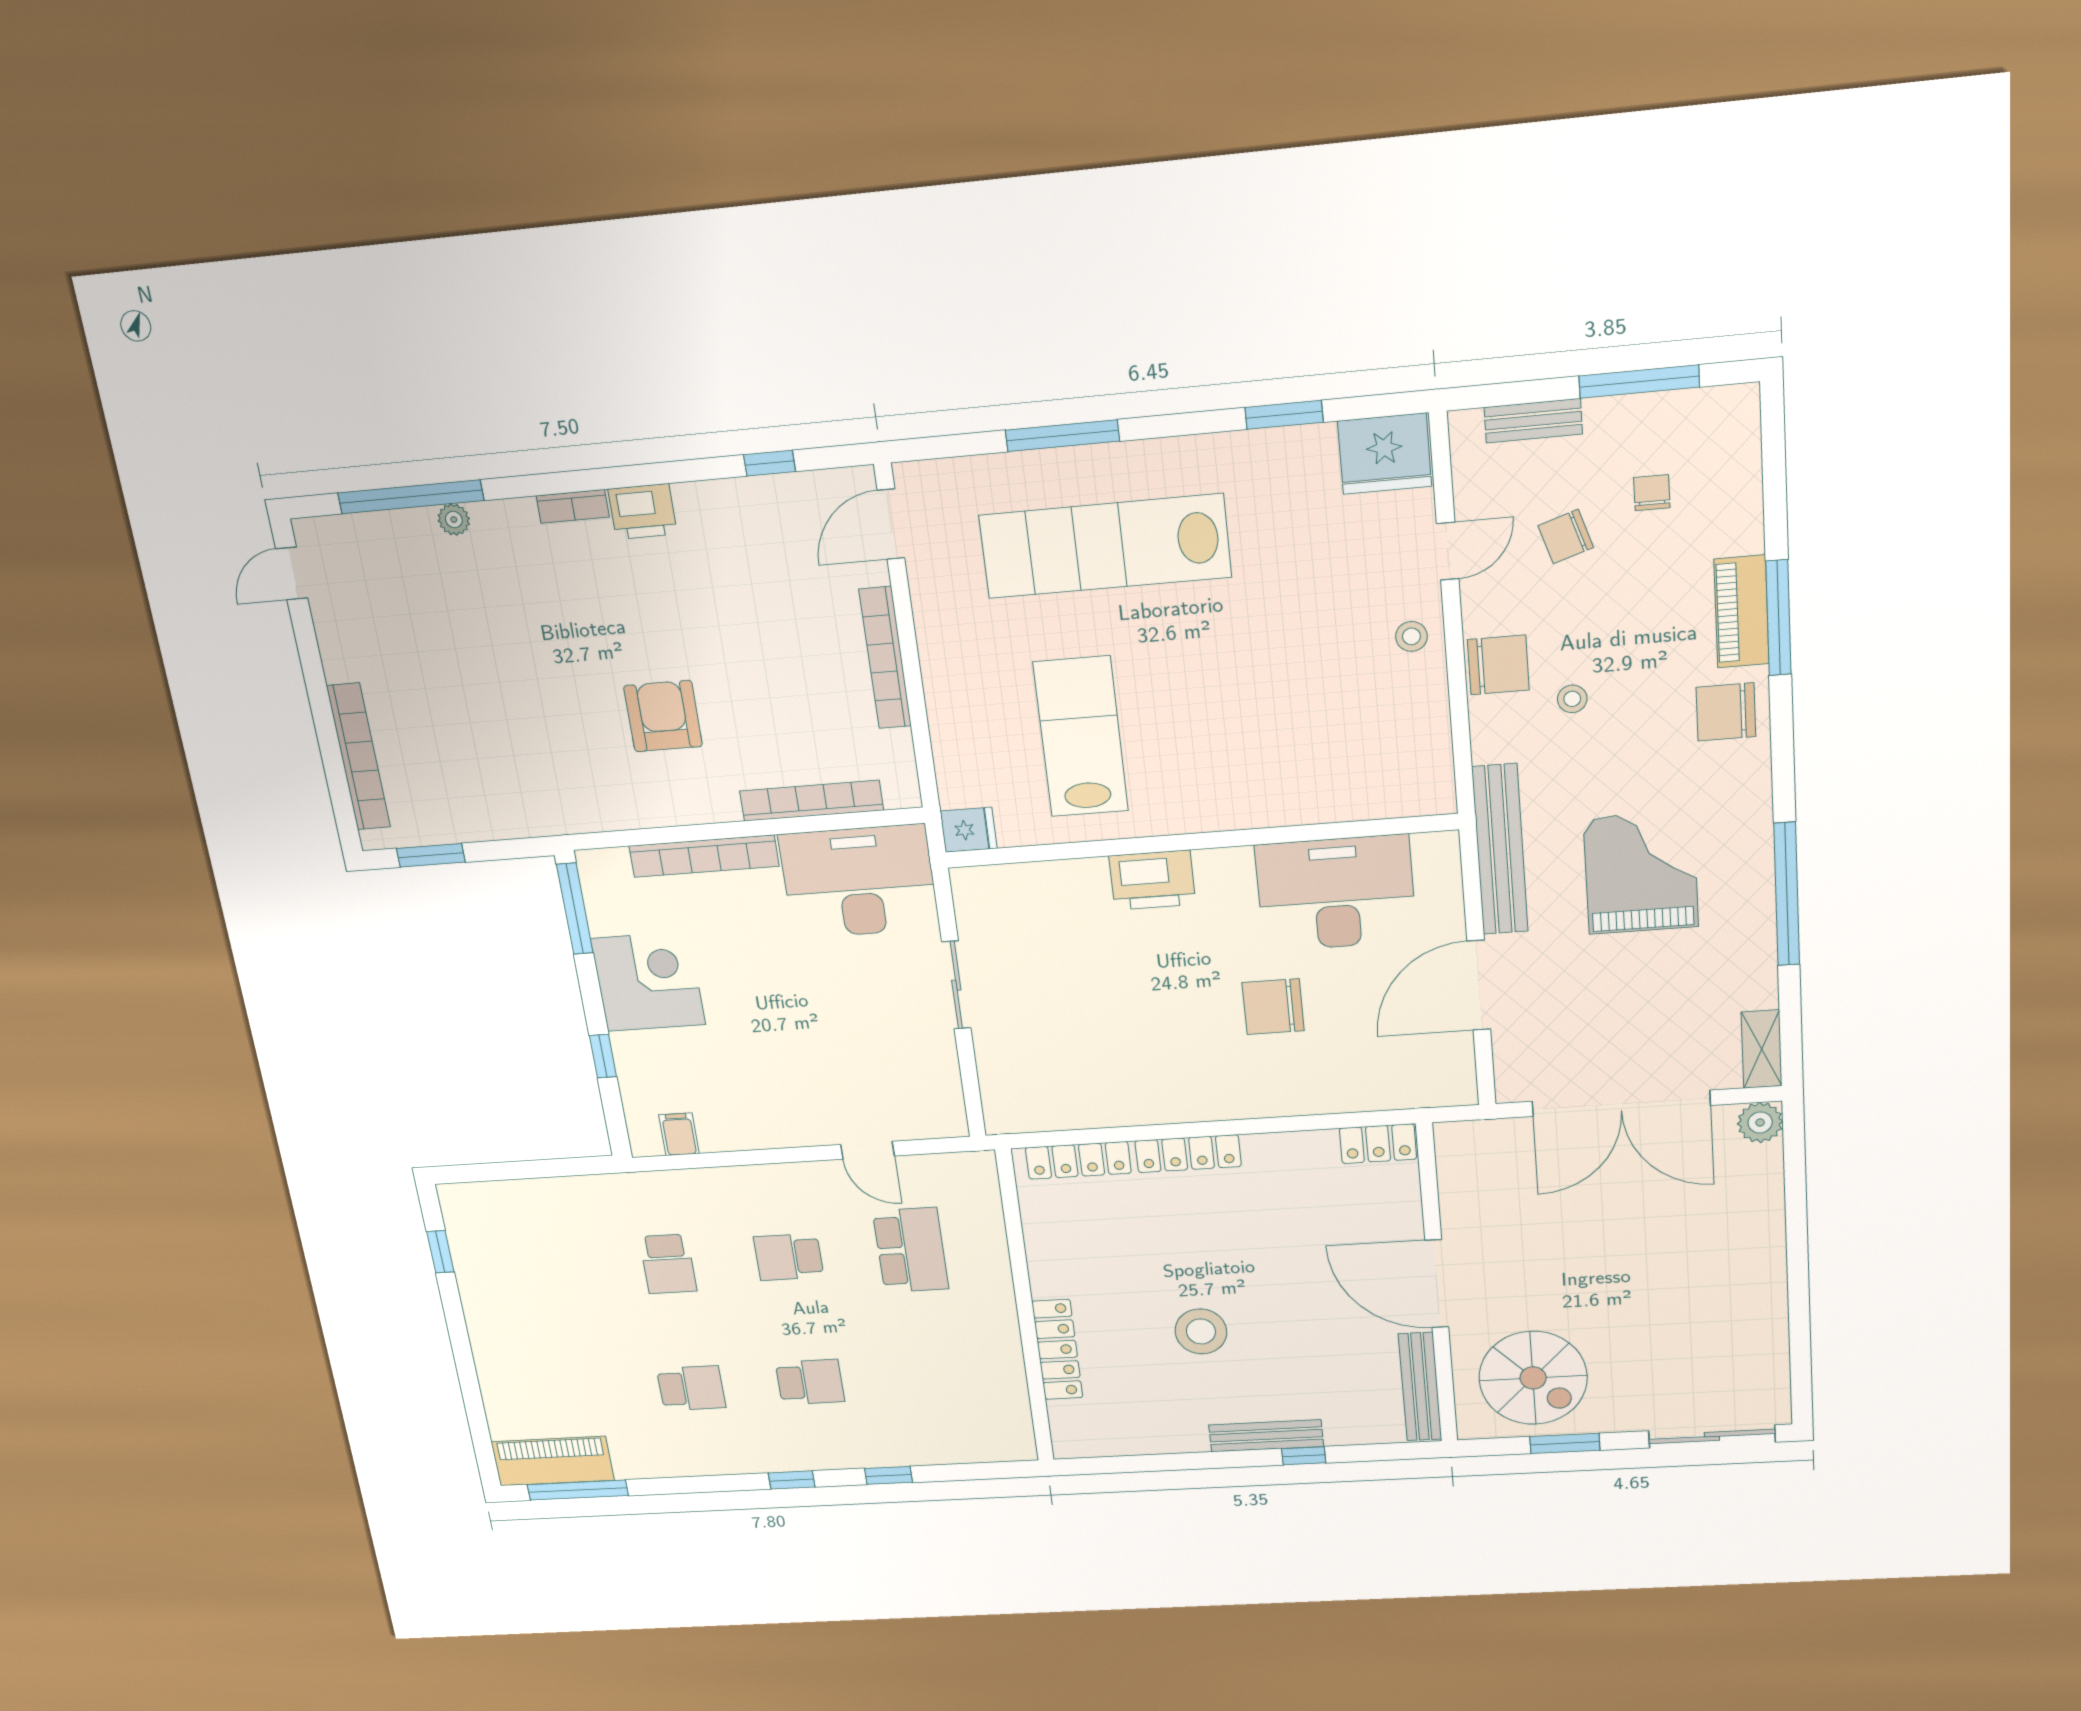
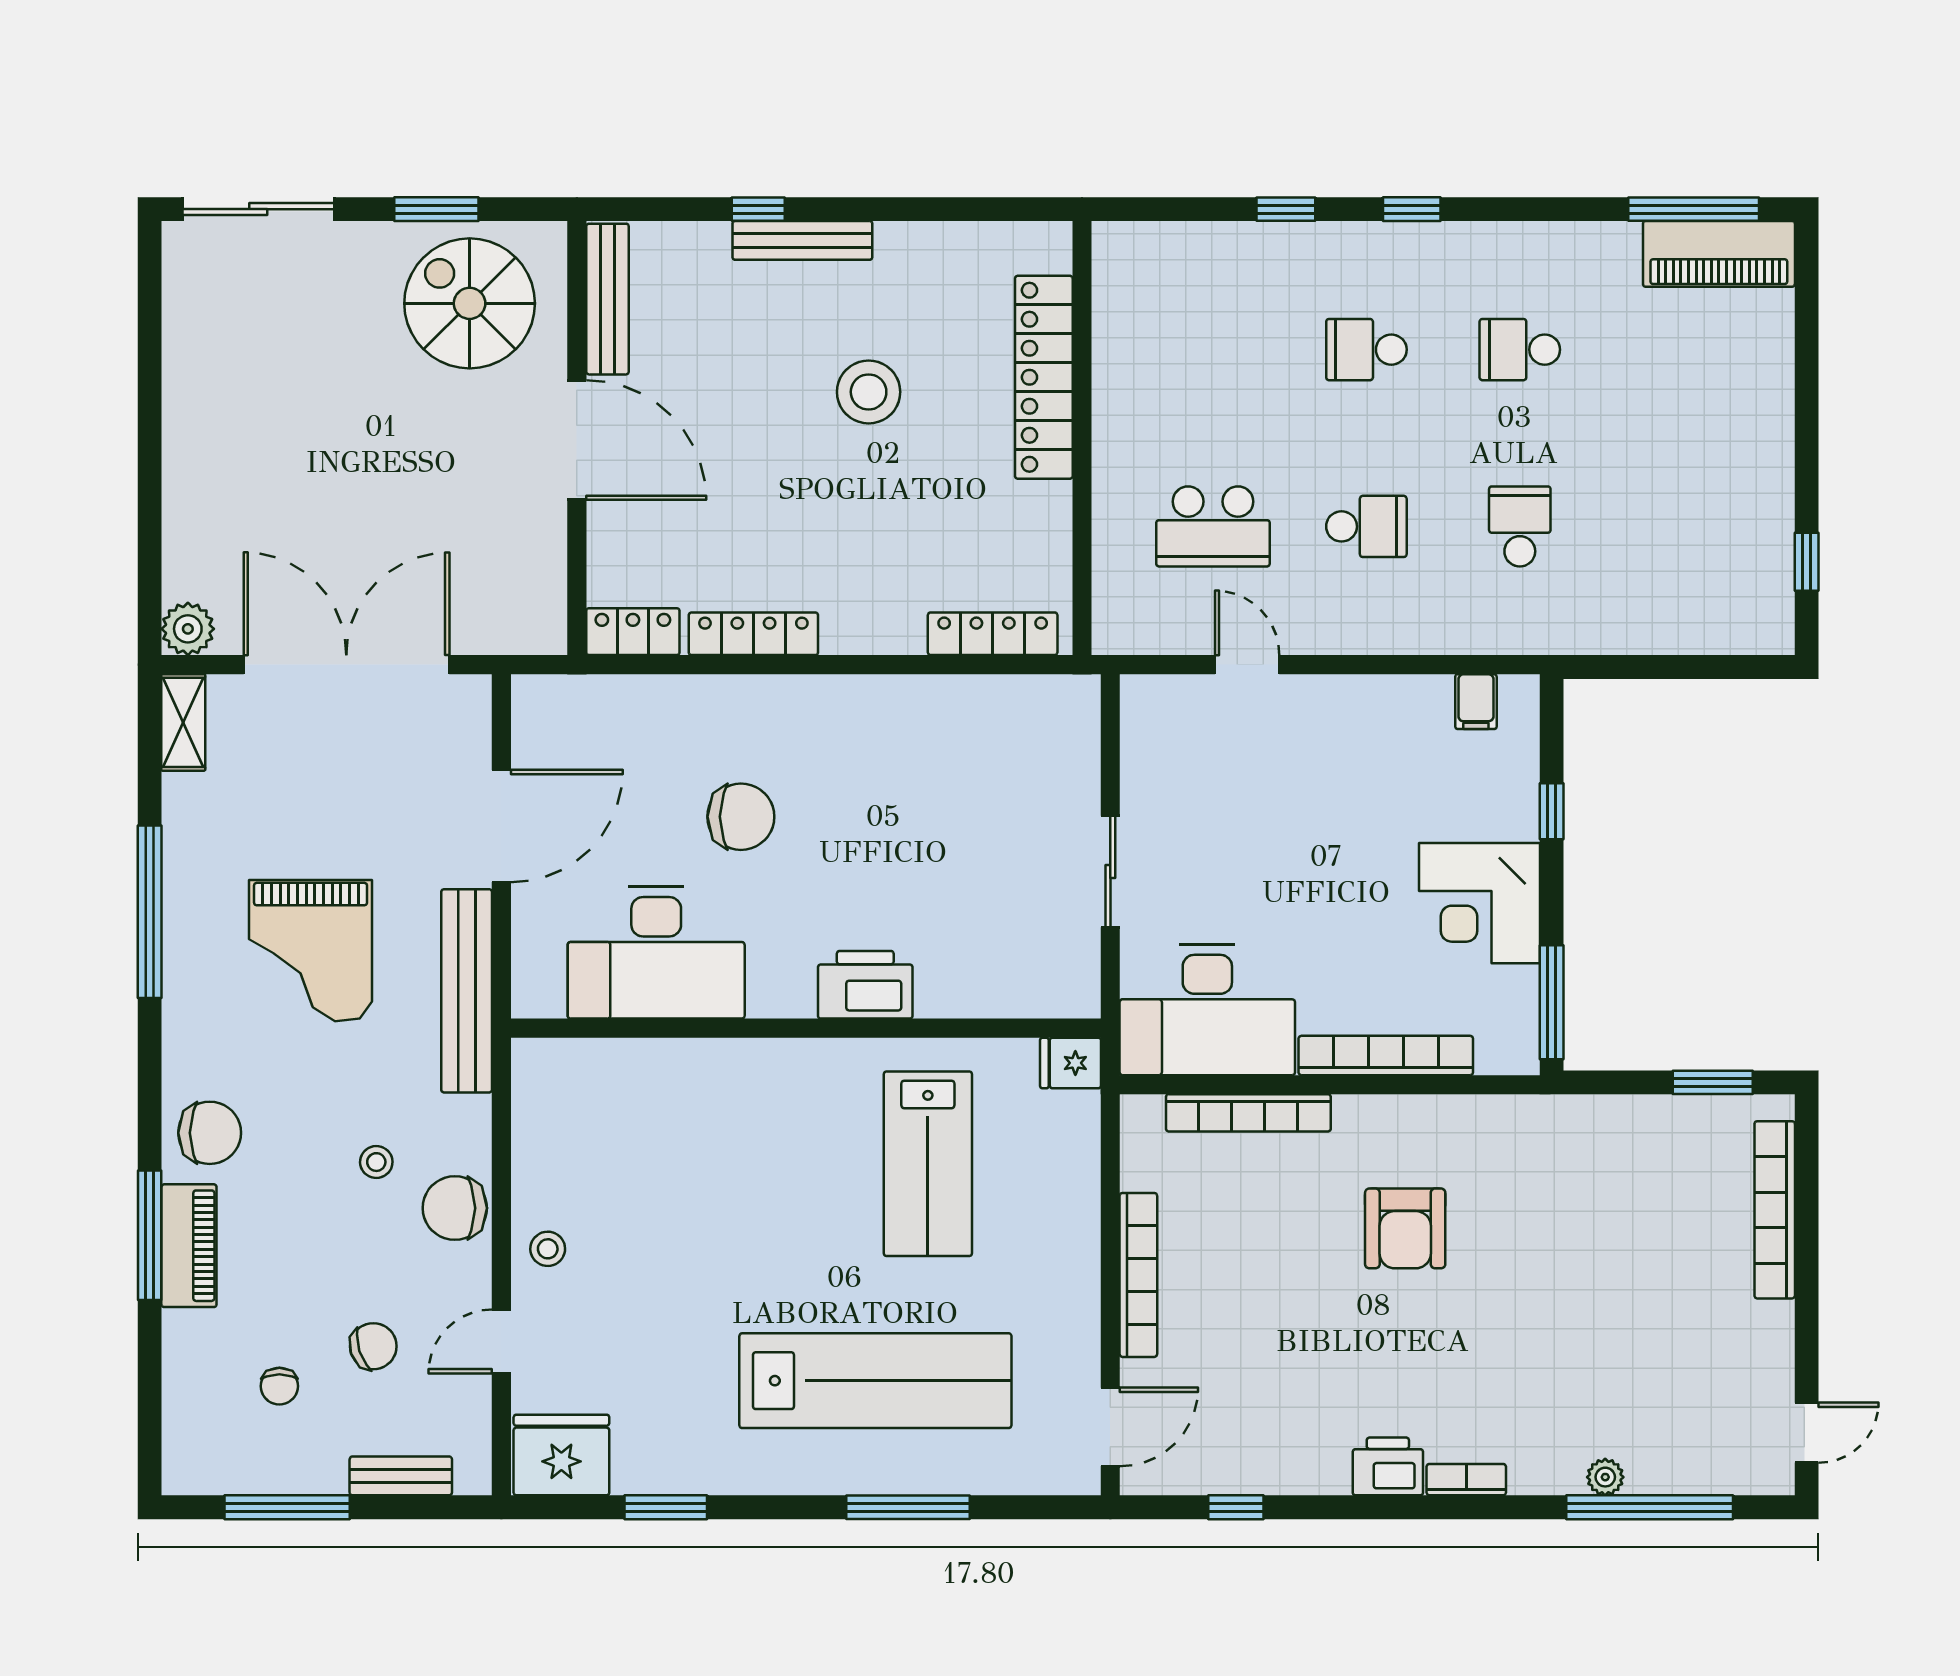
locker: (1188, 1154) -> (753, 634), moved
school desk: (911, 1250) -> (1213, 526), turned -90
locker: (1057, 1350) -> (1044, 377), width x1.41, depth x1.21

